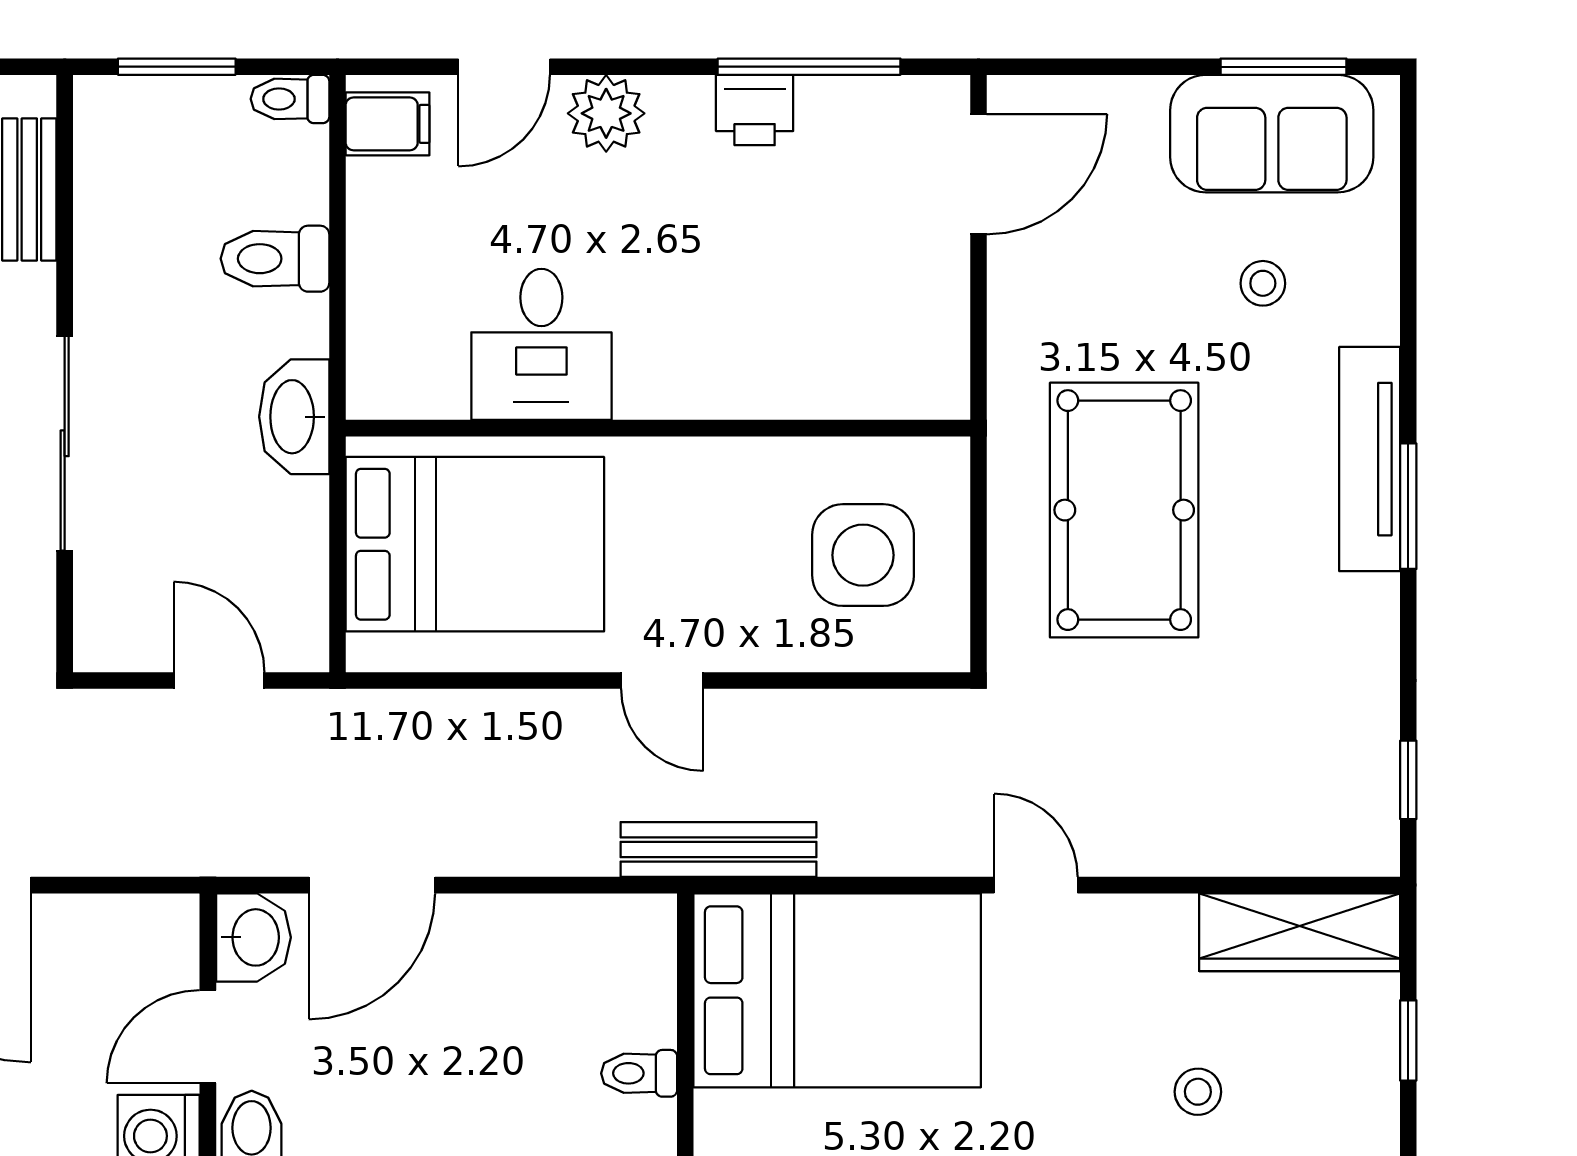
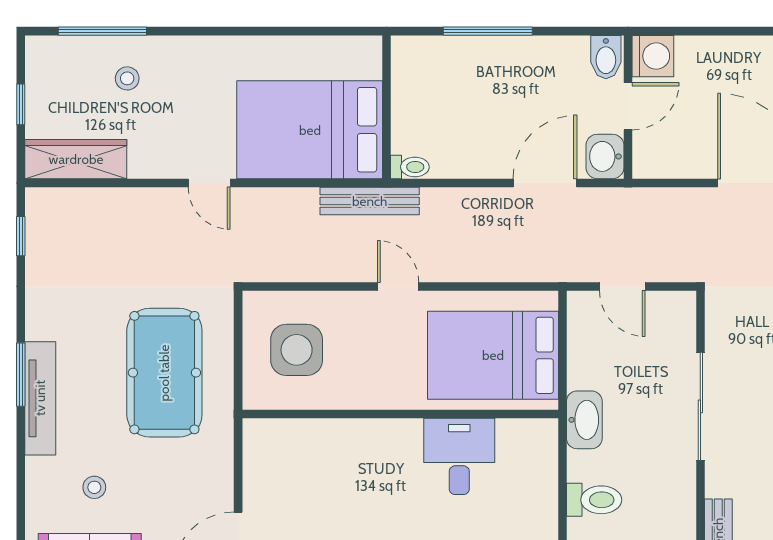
toilet: (639, 1073) -> (410, 167), moved

